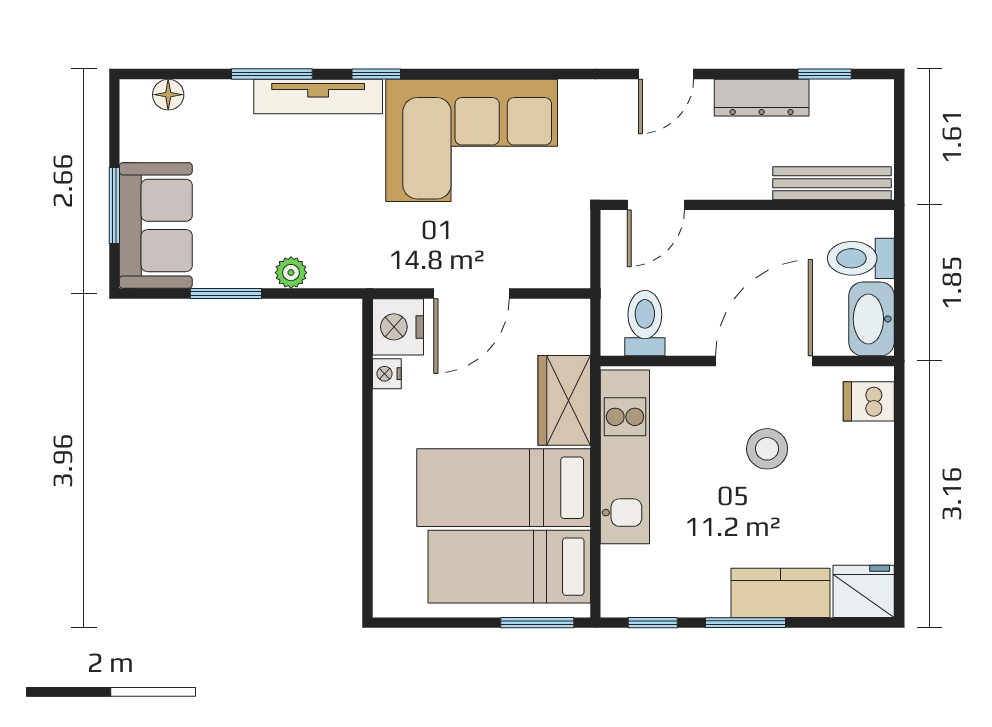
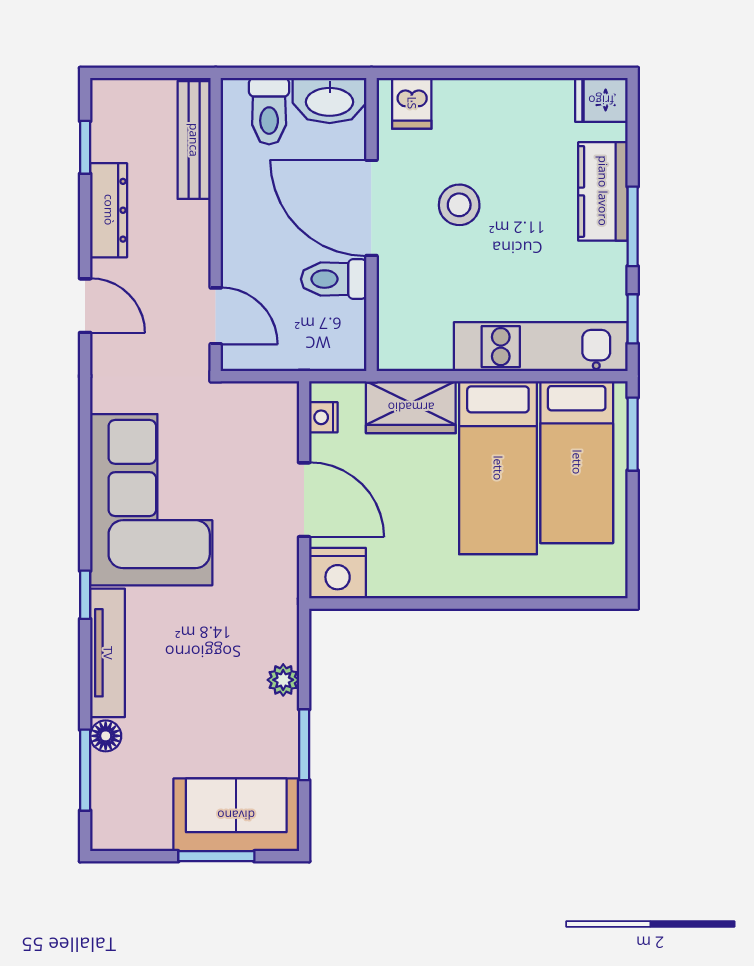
window: (272, 74) -> (85, 770), moved
floor lamp: (168, 95) -> (106, 736), moved
toilet: (645, 323) -> (334, 279), moved
nightstand: (387, 374) -> (323, 417), moved, turned 90
kitchen unit: (625, 457) -> (541, 347), moved
fridge: (864, 591) -> (601, 100), width x0.72

